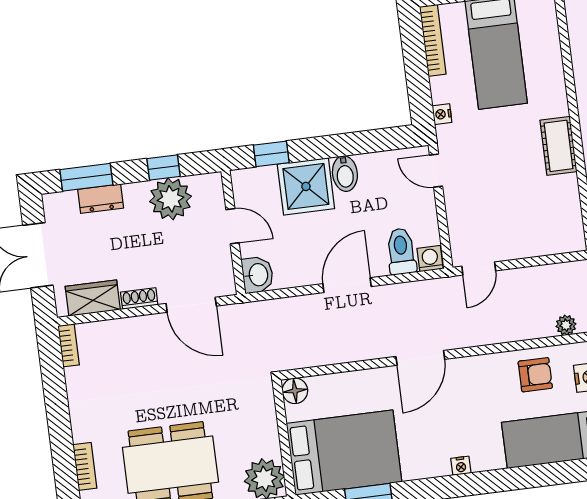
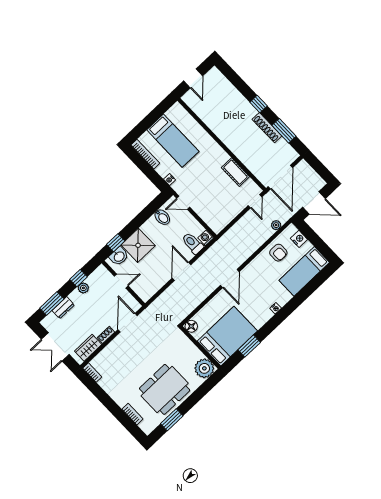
cot: (558, 146) -> (235, 172), moved
bidet: (345, 174) -> (162, 217), moved
plant: (170, 199) -> (83, 288), width x0.53, depth x0.53
door: (479, 269) -> (255, 201), moved
washbasin: (258, 275) -> (119, 256), moved, turned 90
door: (191, 305) -> (128, 323), swing flipped
armchair: (535, 375) -> (278, 253), turned 90

